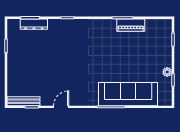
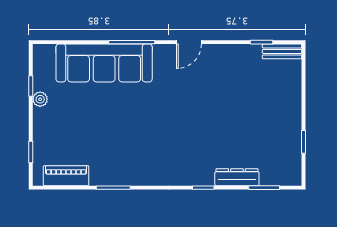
dresser: (34, 24) -> (237, 177), moved
piano: (131, 25) -> (66, 176), moved
bench: (24, 101) -> (282, 51), width x0.73
door: (61, 107) -> (189, 42), moved

